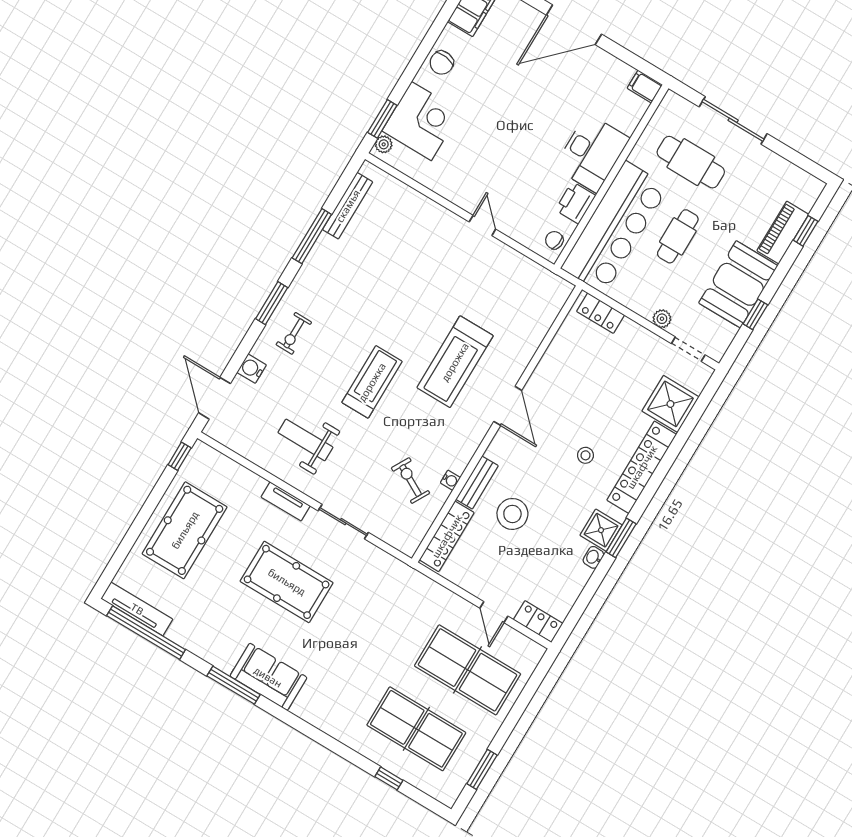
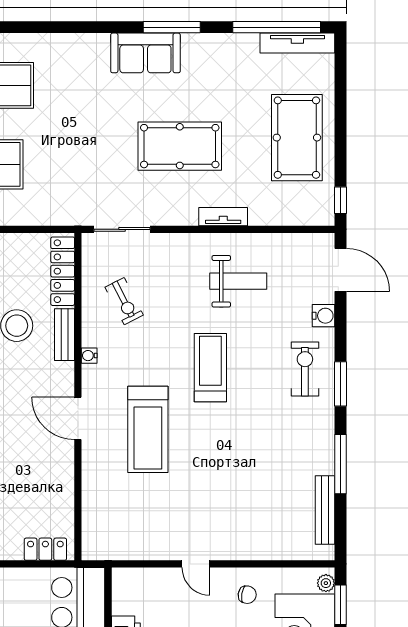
chair: (554, 240) -> (247, 595), moved
exercise bike: (294, 333) -> (305, 369), width x1.38, depth x1.39
treadmill: (455, 362) -> (148, 429), turned 180
treadmill: (372, 382) -> (210, 368), turned 180
water cooler: (450, 480) -> (89, 356), moved
exercise bike: (411, 481) -> (124, 301), turned 34
sliding door: (343, 522) -> (122, 229), moved

